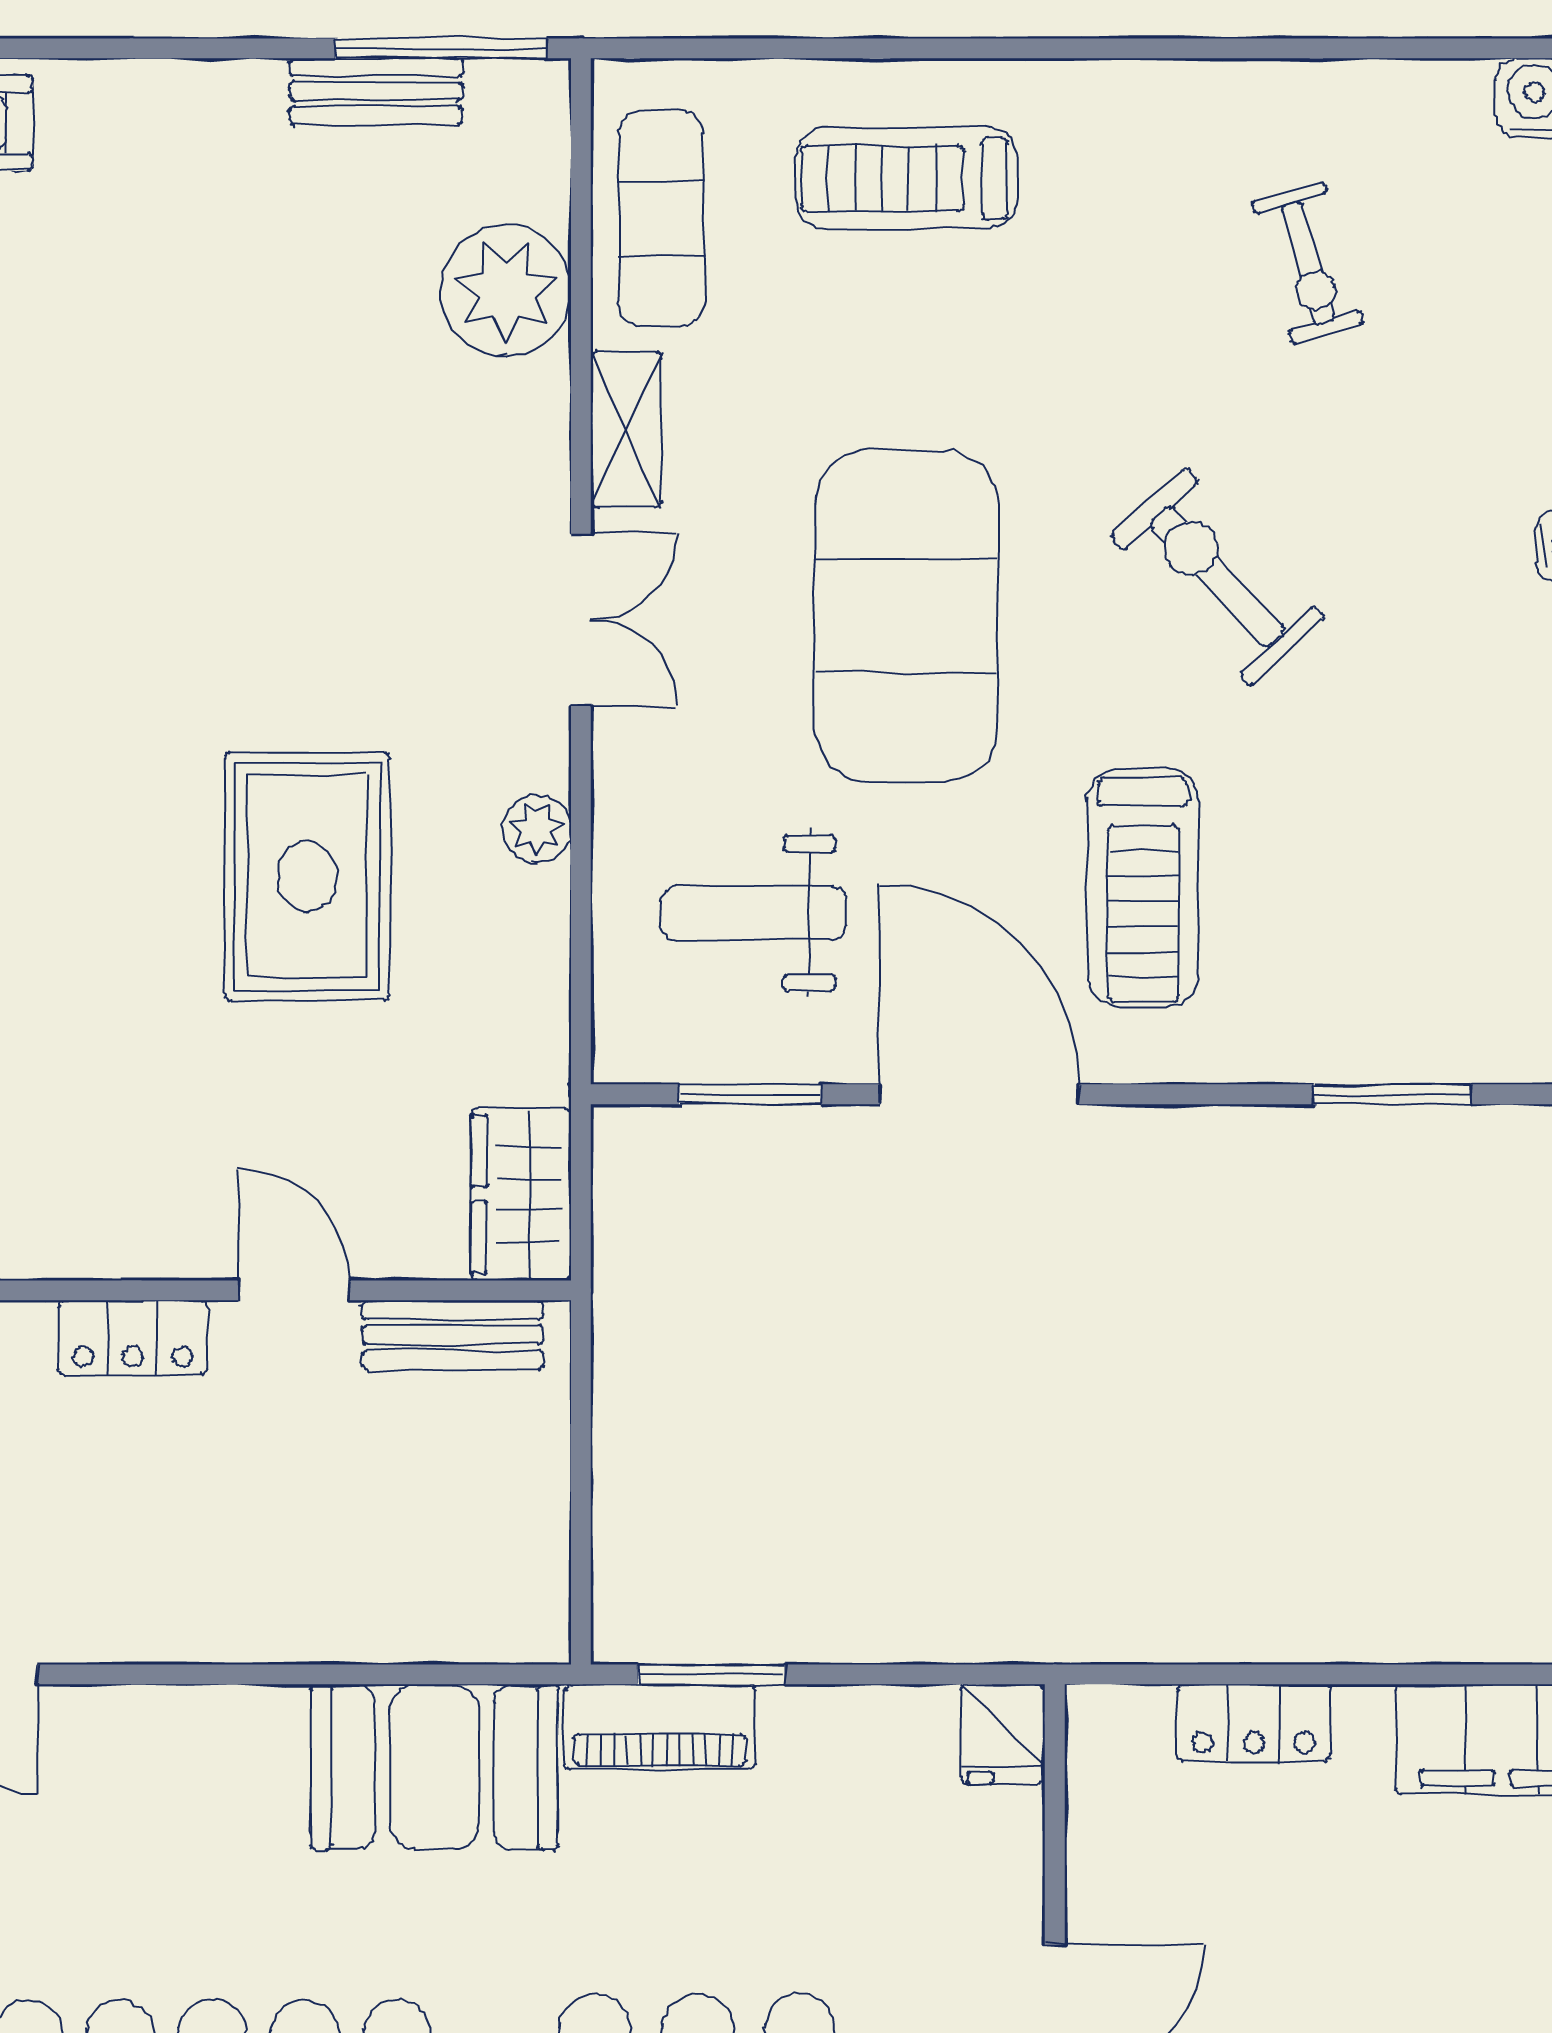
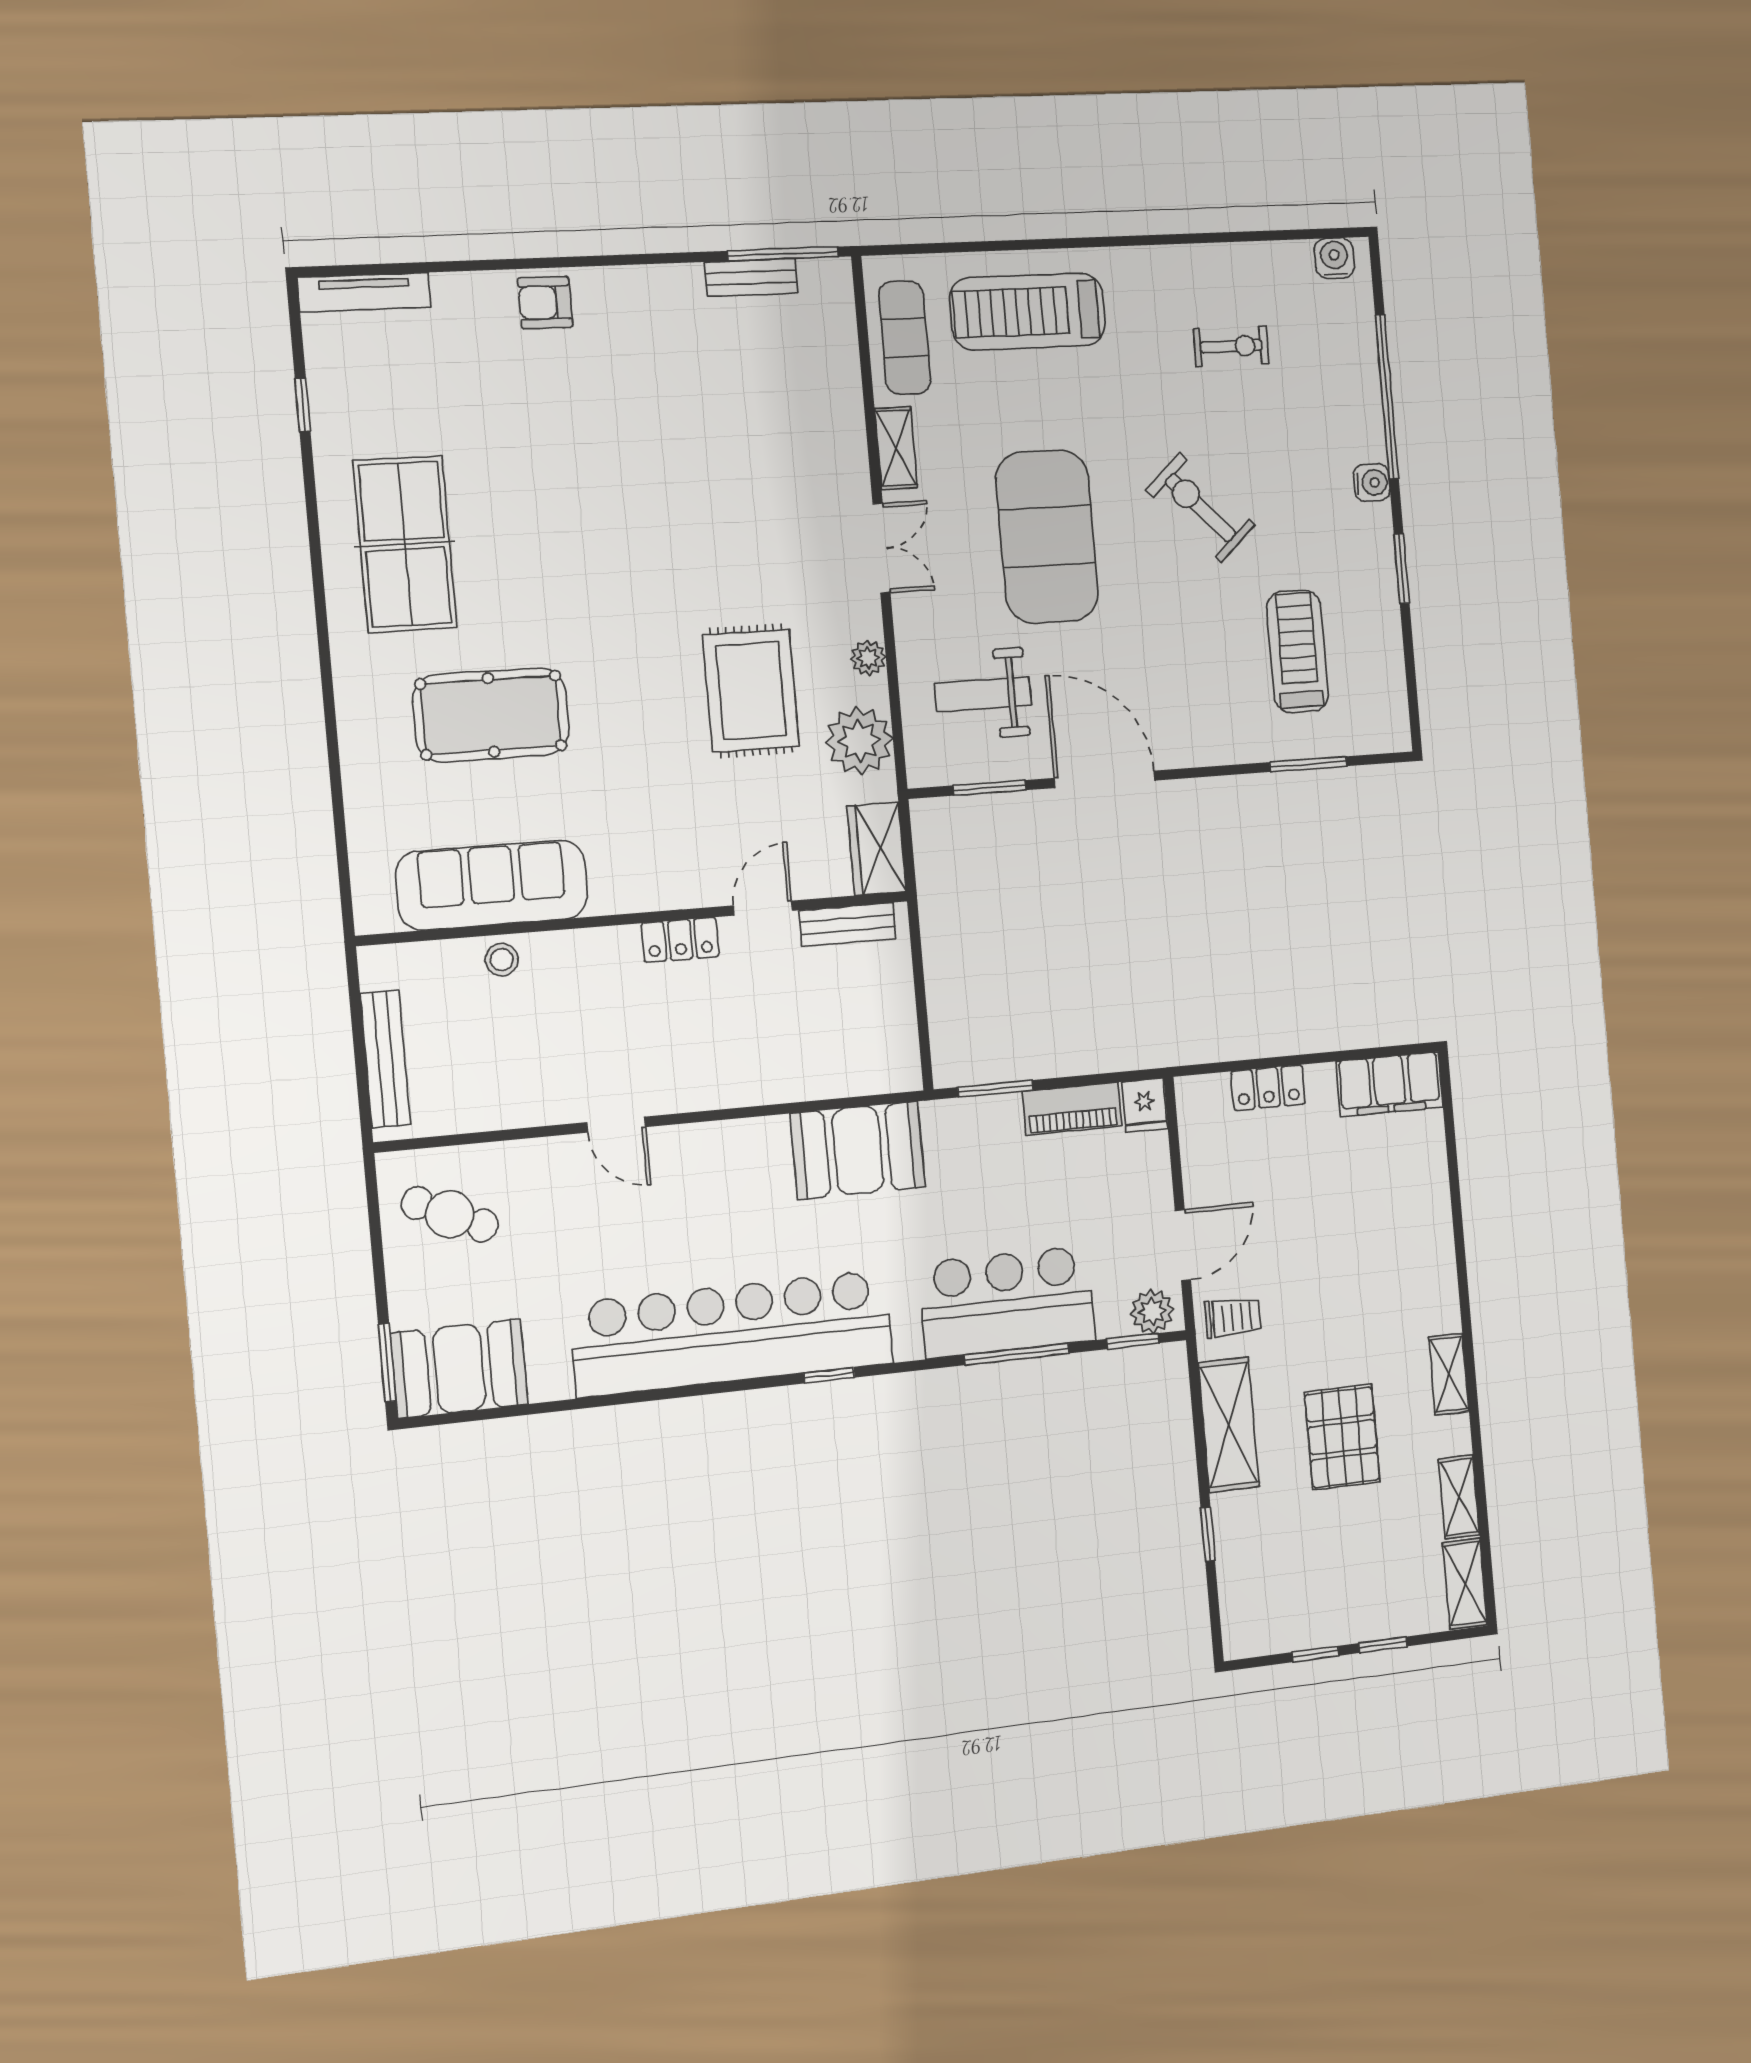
treadmill: (906, 178) -> (1028, 312), width x1.37, depth x1.38
exercise bike: (1308, 263) -> (1231, 346), turned -74
plant: (506, 291) -> (859, 741), moved
treadmill: (1143, 888) -> (1298, 651), moved, turned 180
door: (294, 1290) -> (763, 908), hinge flipped
piano: (660, 1727) -> (1072, 1109), moved

